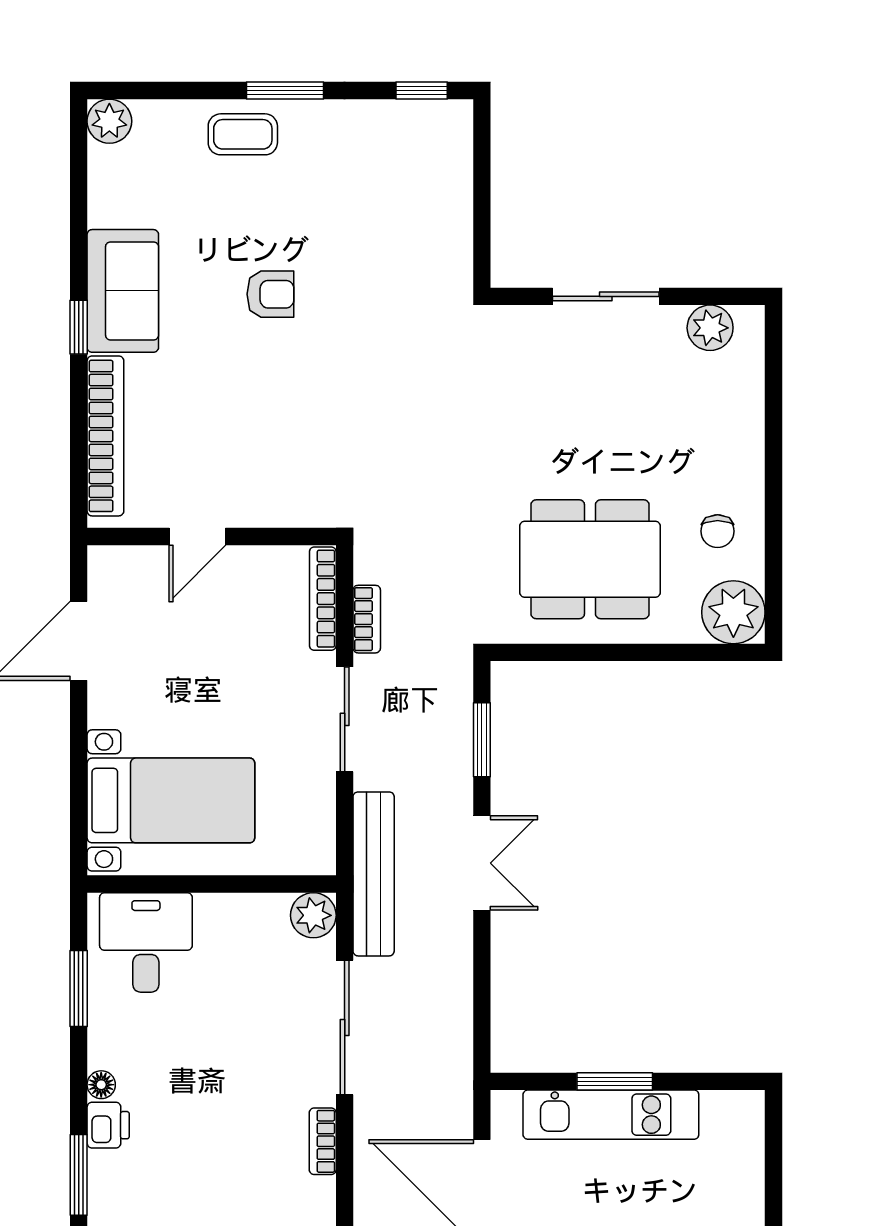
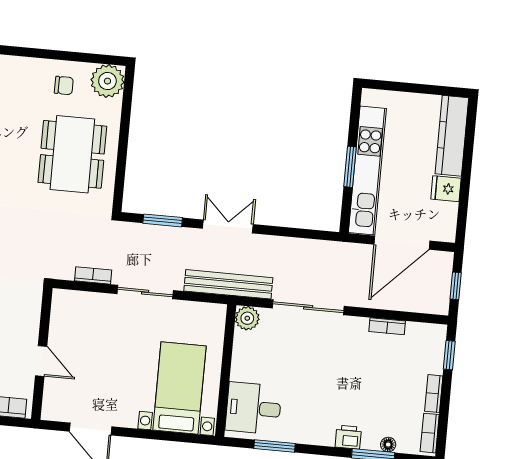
bookcase: (323, 599) -> (80, 298), removed
floor lamp: (101, 1085) -> (388, 445), moved
kitchen unit: (611, 1115) -> (367, 170), width x1.36
bookcase: (323, 1141) -> (387, 326), moved

